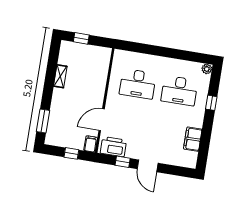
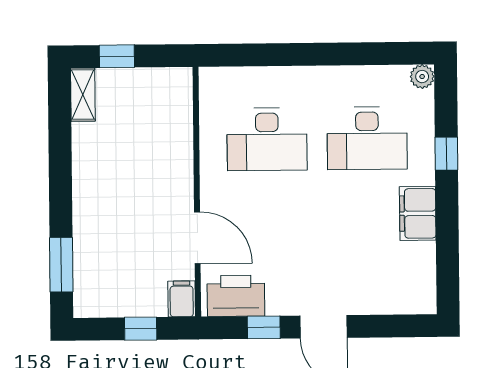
shelving: (60, 76) -> (83, 95), moved
door: (102, 120) -> (197, 238), swing flipped
filing cabinet: (193, 139) -> (418, 213), moved

